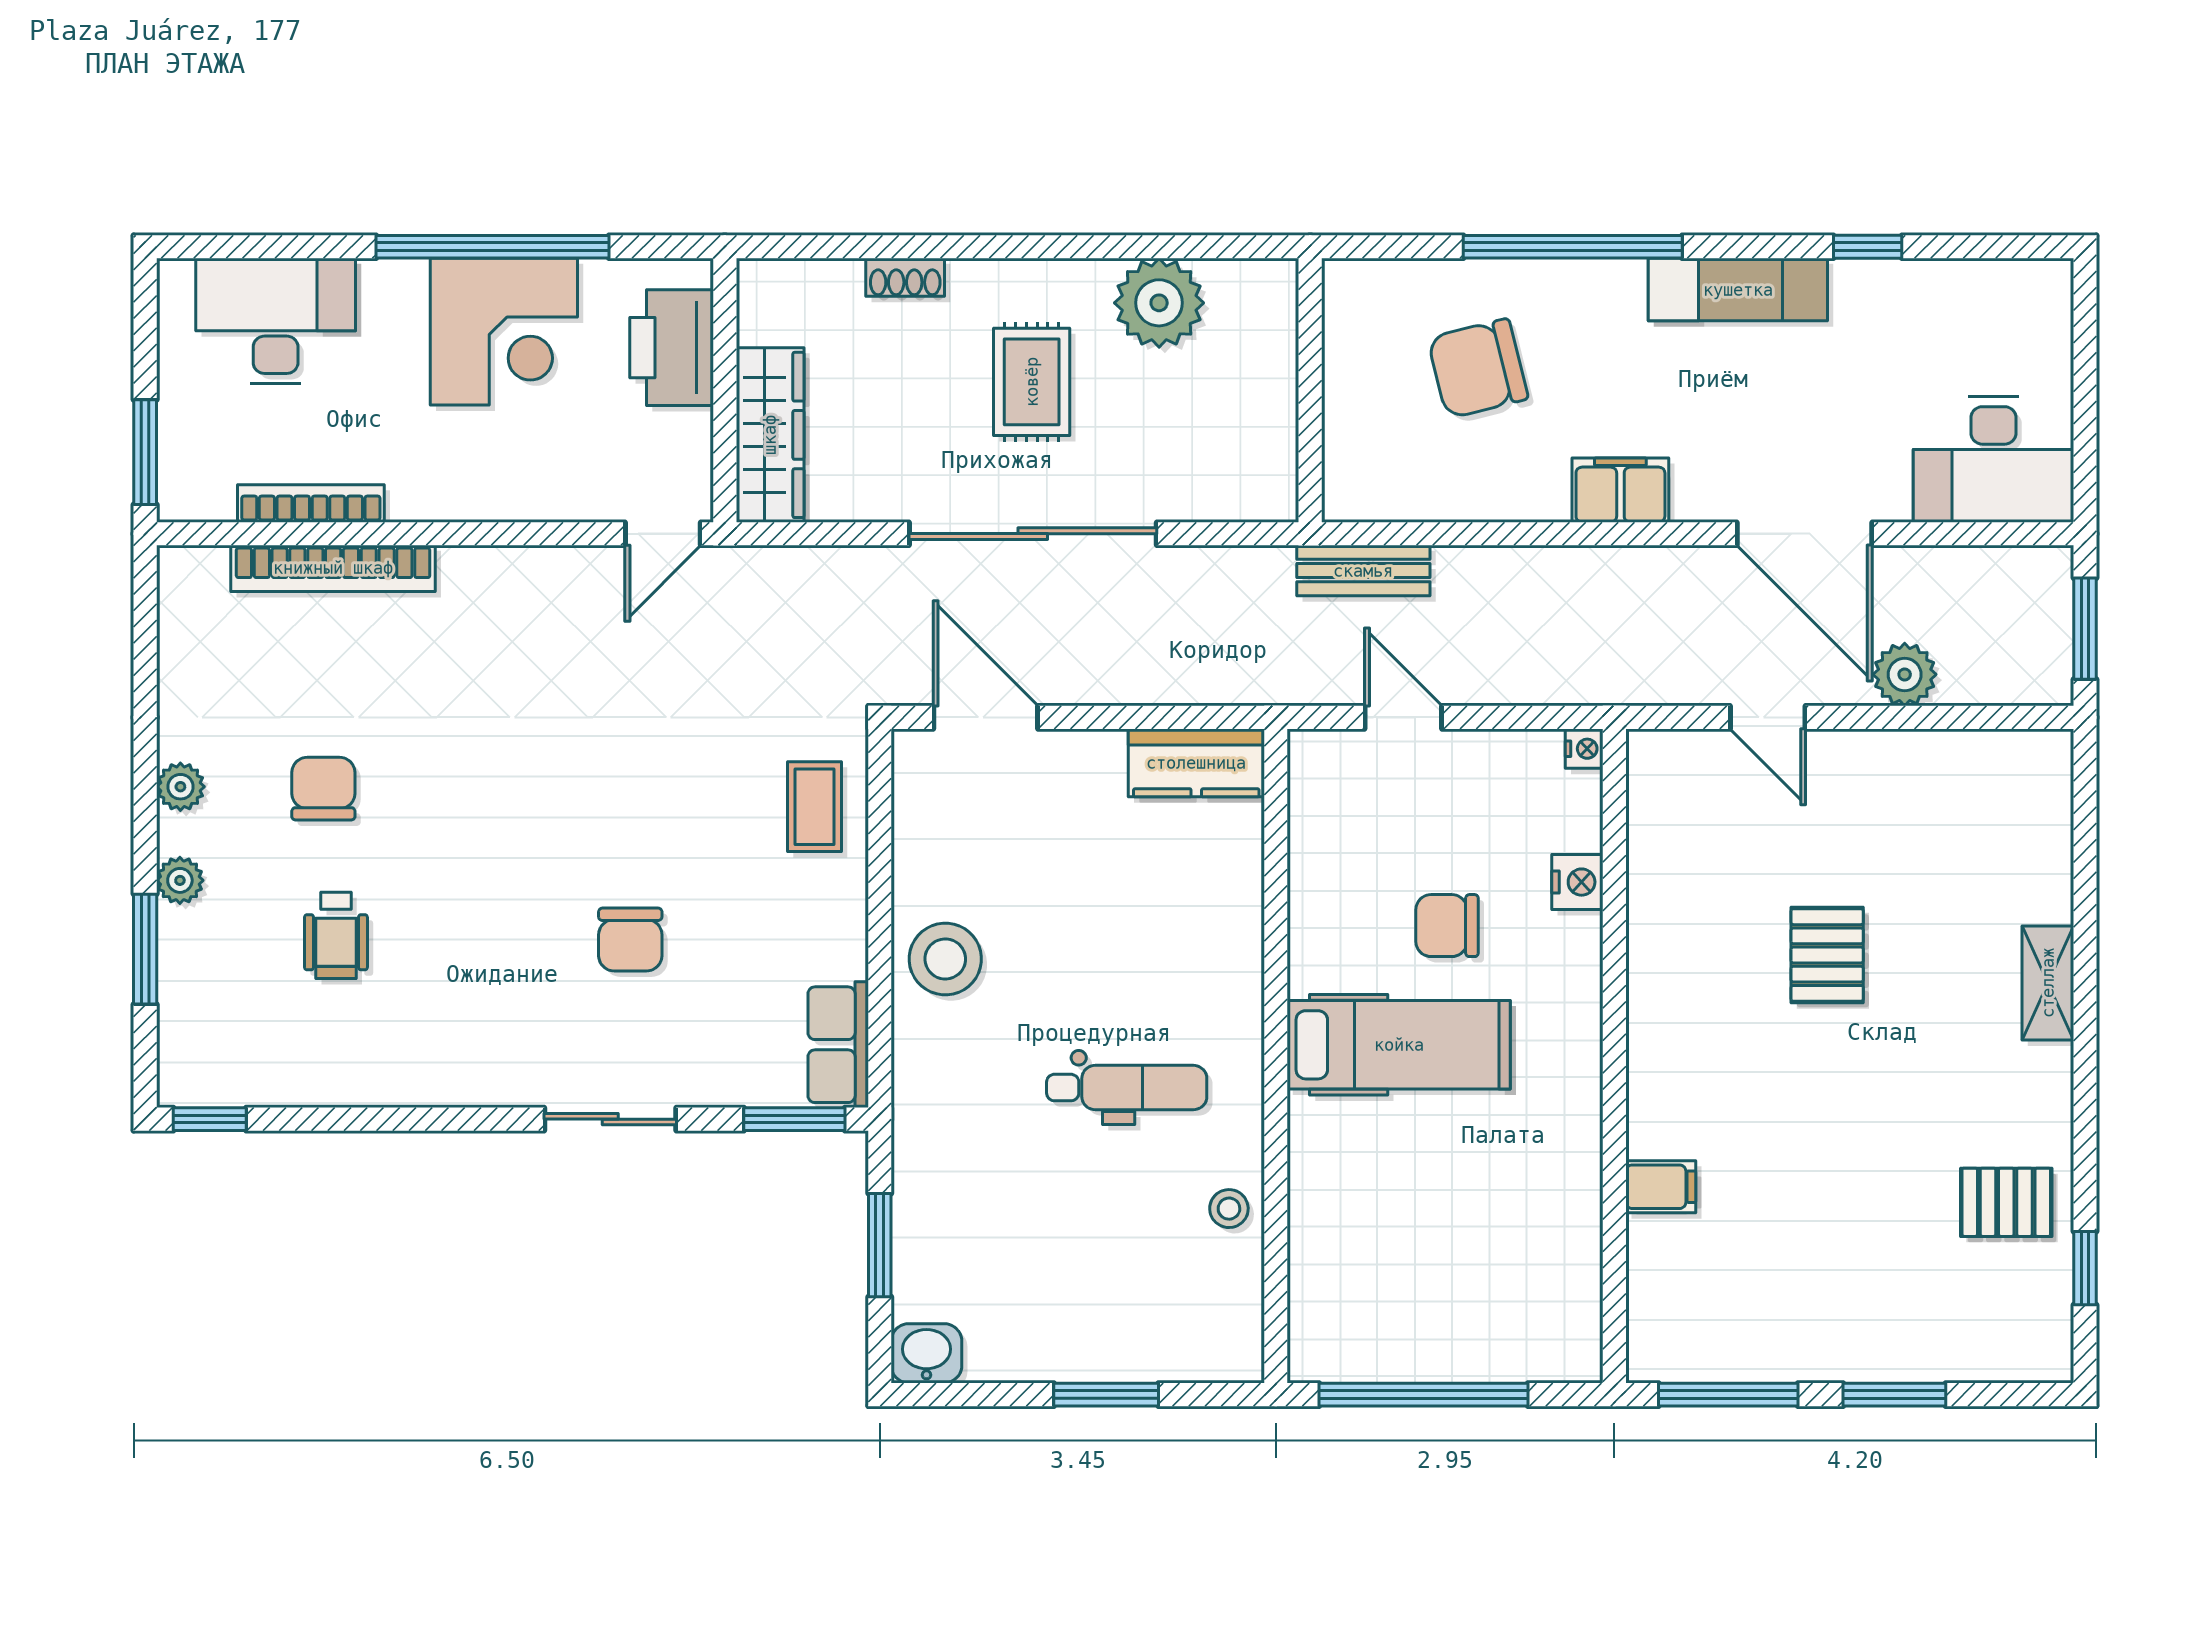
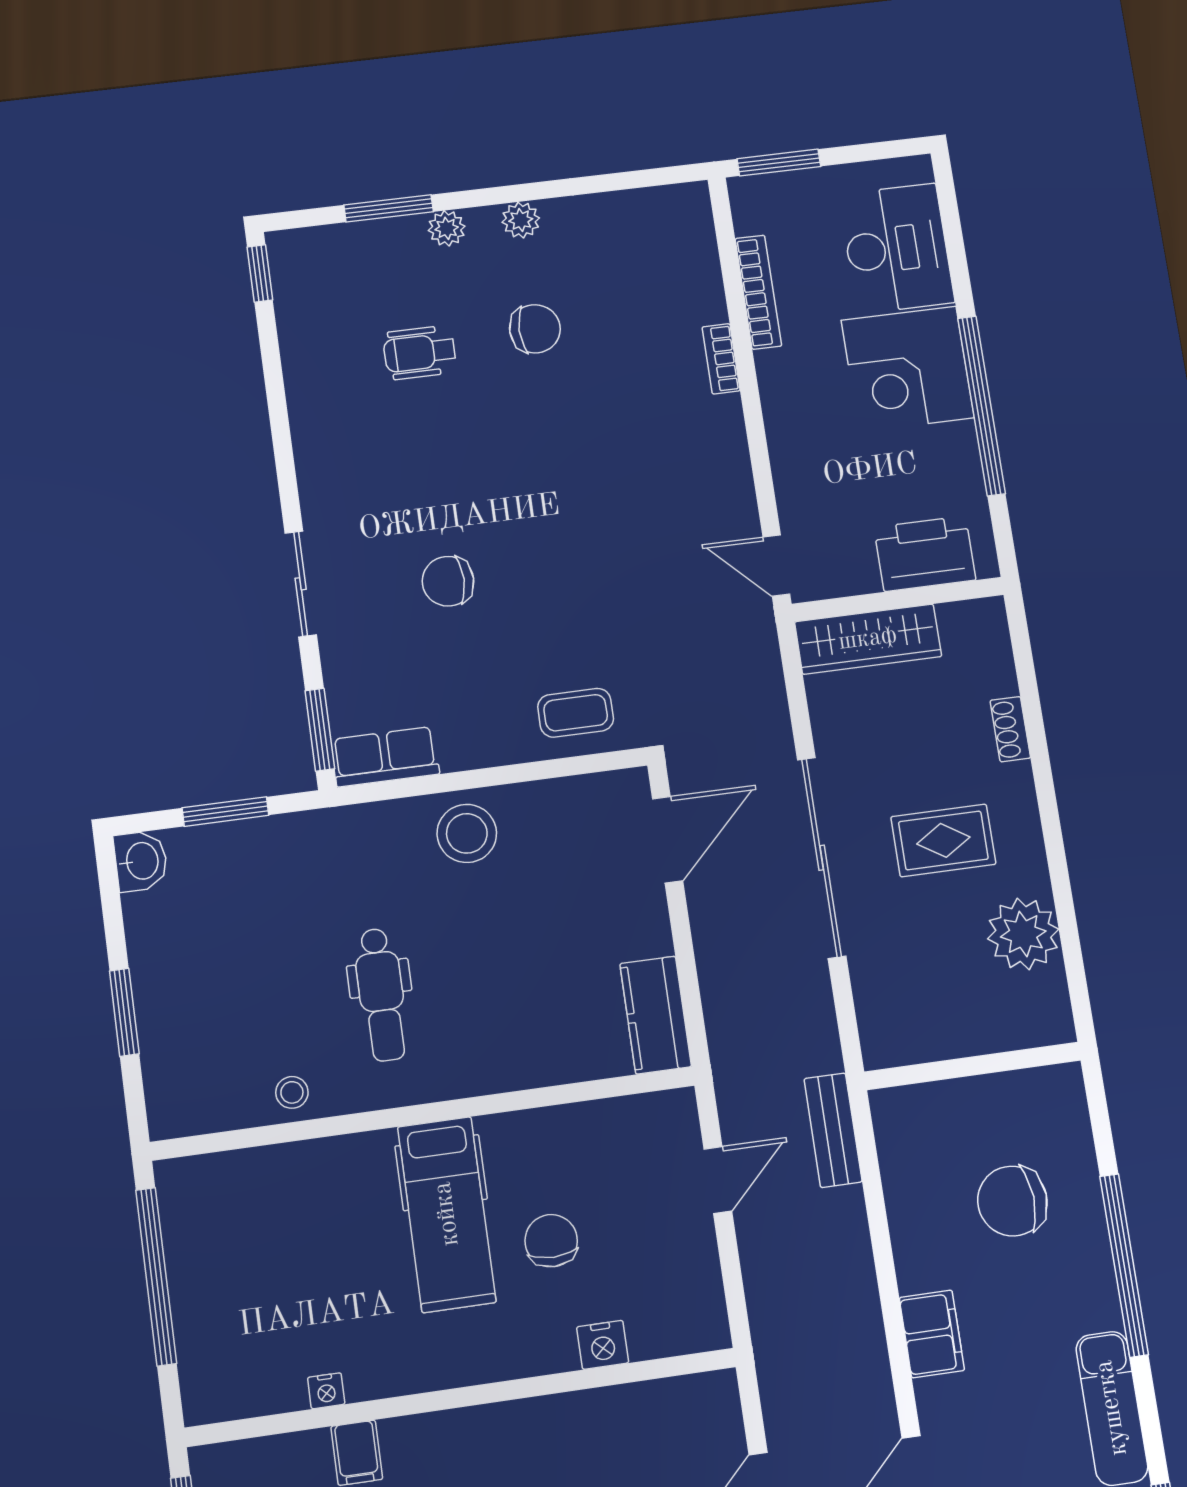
corner desk: (504, 332) -> (908, 369), moved
chair: (1478, 368) -> (1012, 1201), turned -79
bookcase: (333, 568) -> (721, 359), width x0.43, depth x0.76
nightstand: (1584, 749) -> (326, 1391), moved

